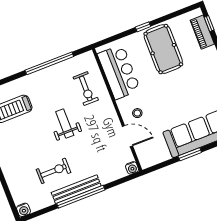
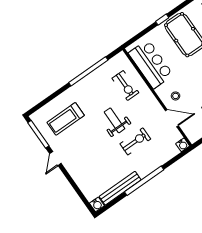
exercise bike: (53, 171) -> (135, 141), moved
bench: (76, 189) -> (120, 188), moved

